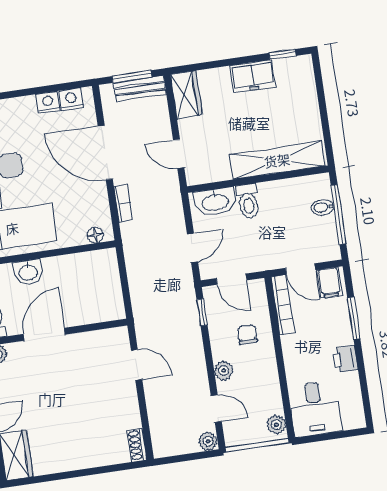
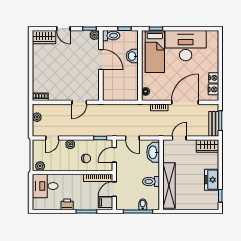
toilet: (248, 201) -> (151, 182), moved
plant: (208, 441) -> (37, 117), moved

